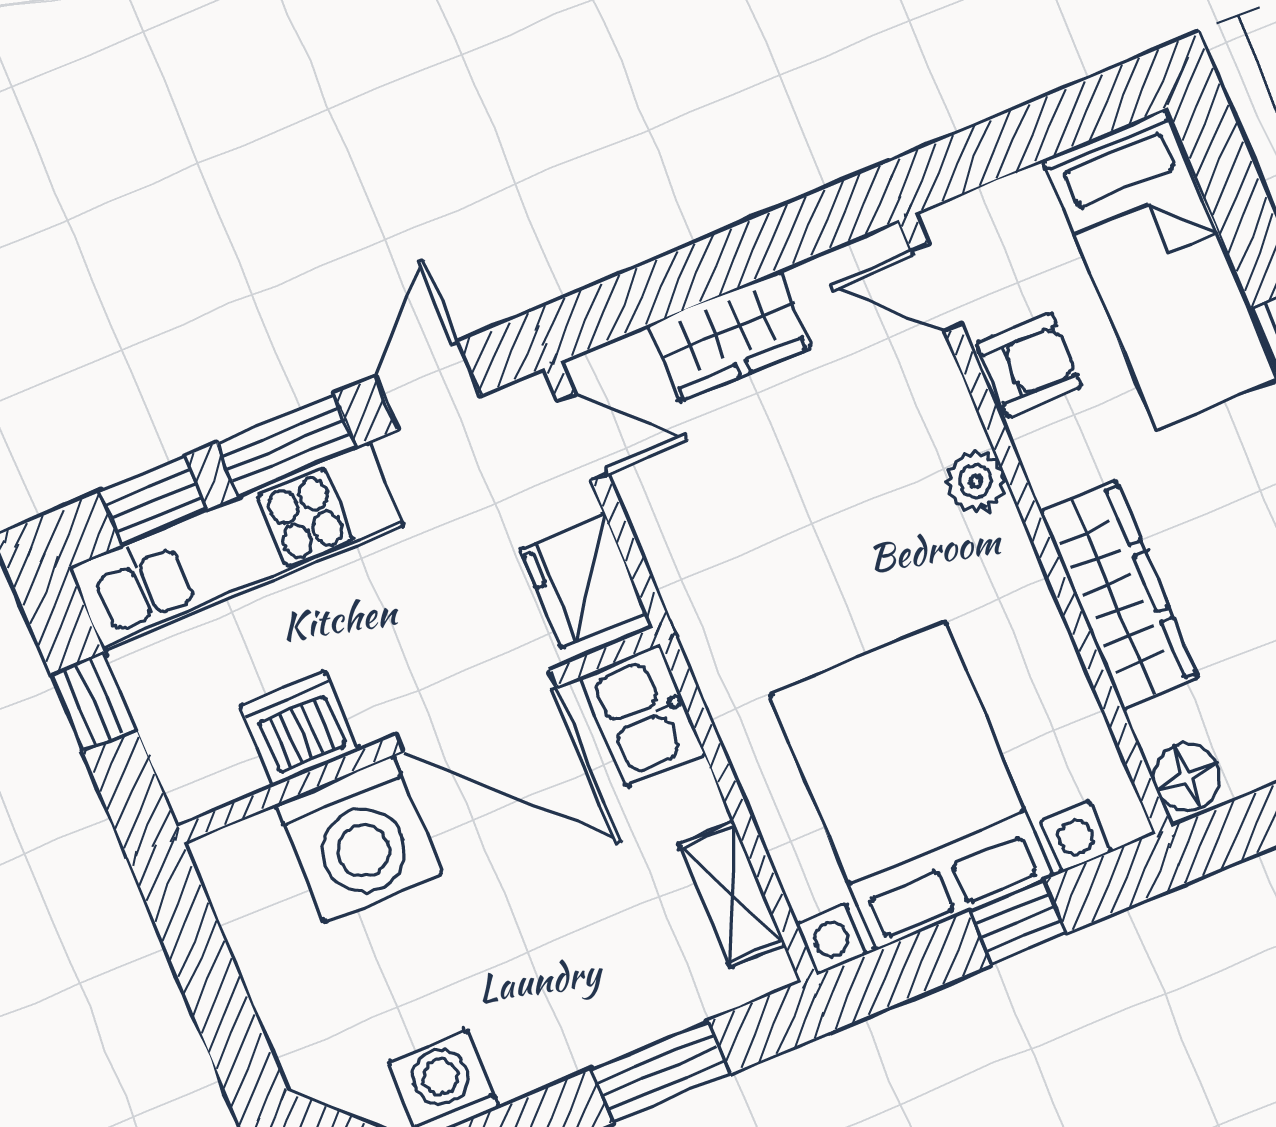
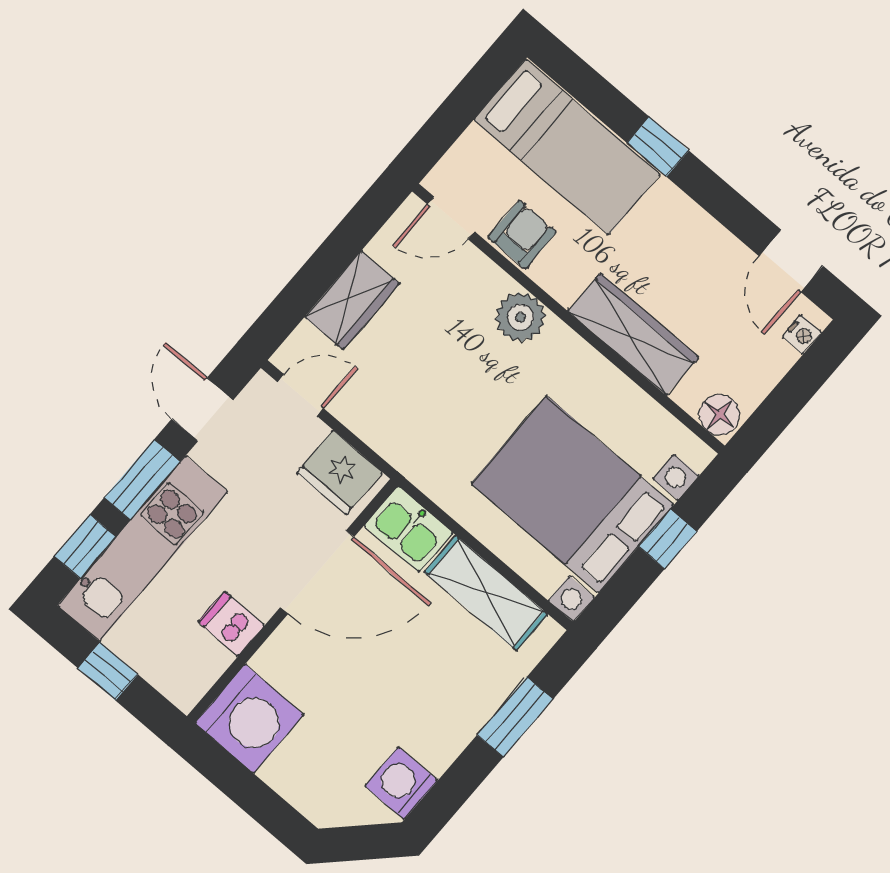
plant: (976, 481) -> (520, 317), width x1.38, depth x1.38
dishwasher: (299, 728) -> (231, 624), width x0.73
washing machine: (359, 839) -> (249, 719), moved
shelving: (732, 894) -> (486, 593), width x1.50, depth x1.33

